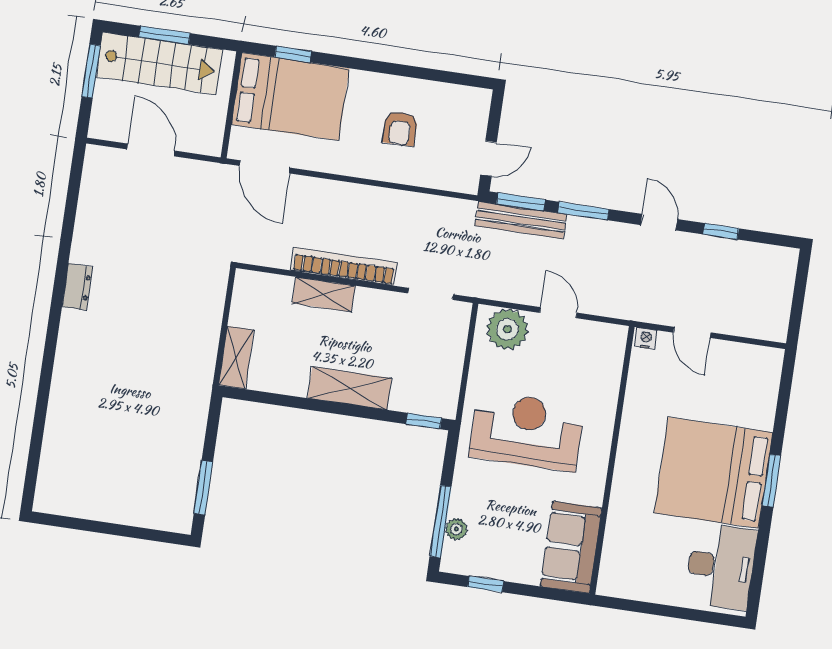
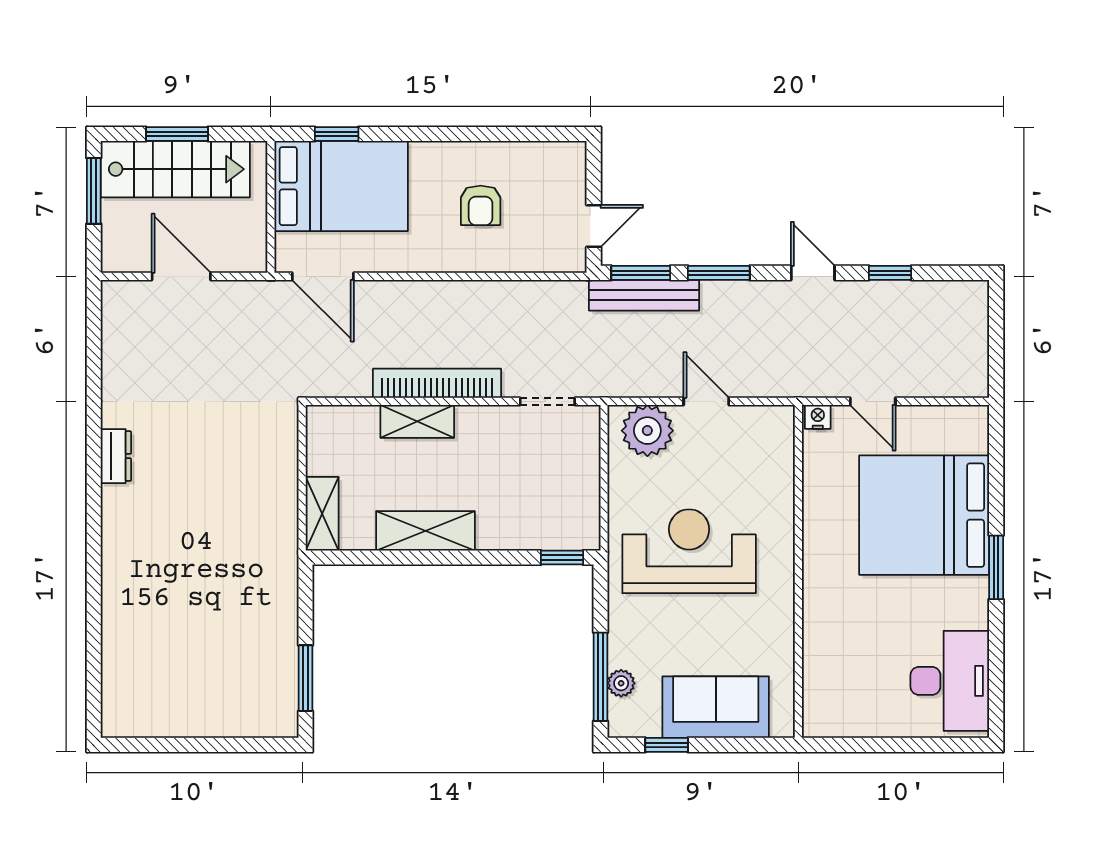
shelving: (350, 388) -> (425, 531), moved
bed: (714, 473) -> (924, 515), moved
sofa: (571, 547) -> (716, 707), moved, turned 90

